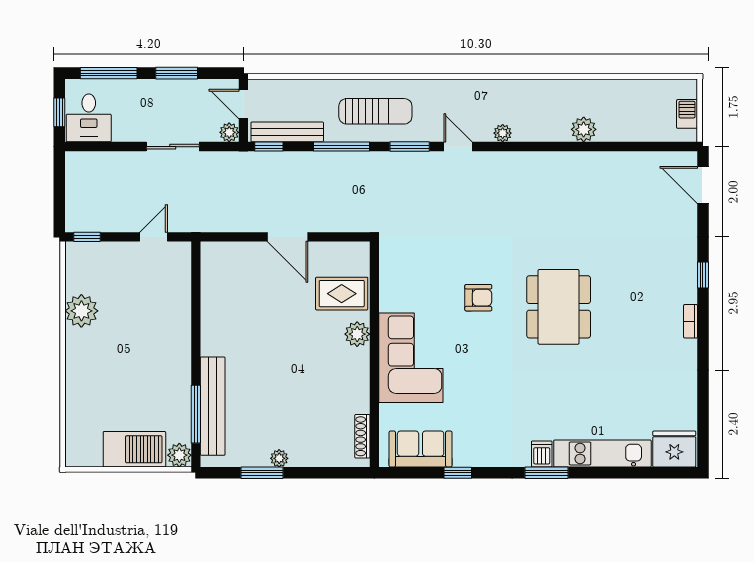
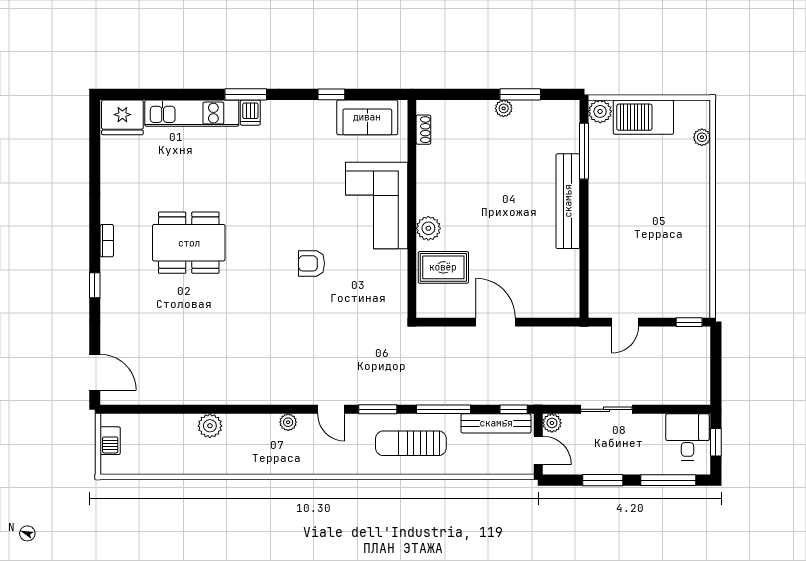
dining table: (559, 307) -> (189, 243), moved, turned 90
plant: (81, 311) -> (702, 137), moved, width x0.53, depth x0.53
bench: (213, 406) -> (568, 201), moved
shoe rack: (362, 436) -> (423, 130), width x0.70

